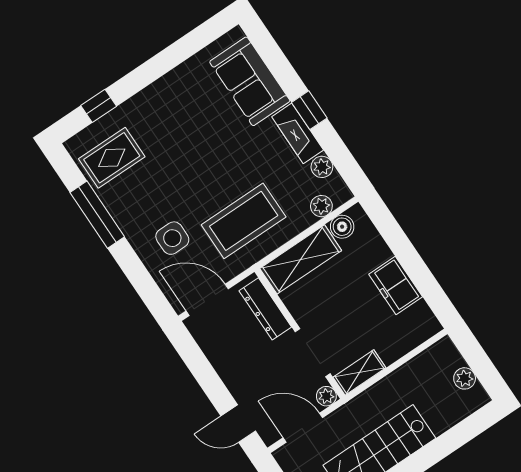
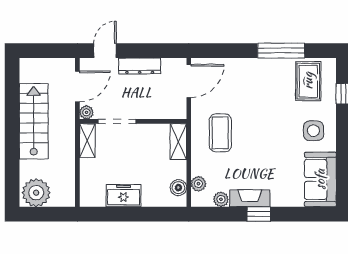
sofa: (250, 81) -> (320, 179), moved, turned -90
coffee table: (244, 221) -> (220, 133), width x0.73, depth x0.76
side table: (172, 238) -> (313, 131), moved
shelving: (301, 259) -> (178, 142), width x0.67, depth x0.75
dresser: (265, 309) -> (140, 66), moved, turned 180
plant: (465, 378) -> (36, 193), width x1.87, depth x1.87

